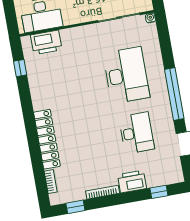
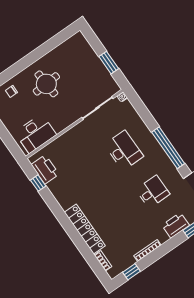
printer: (46, 42) -> (45, 169), moved, turned -90
desk: (126, 75) -> (124, 150), width x0.73, depth x0.77
desk: (137, 133) -> (153, 192), width x0.73
printer: (132, 182) -> (176, 225), moved

